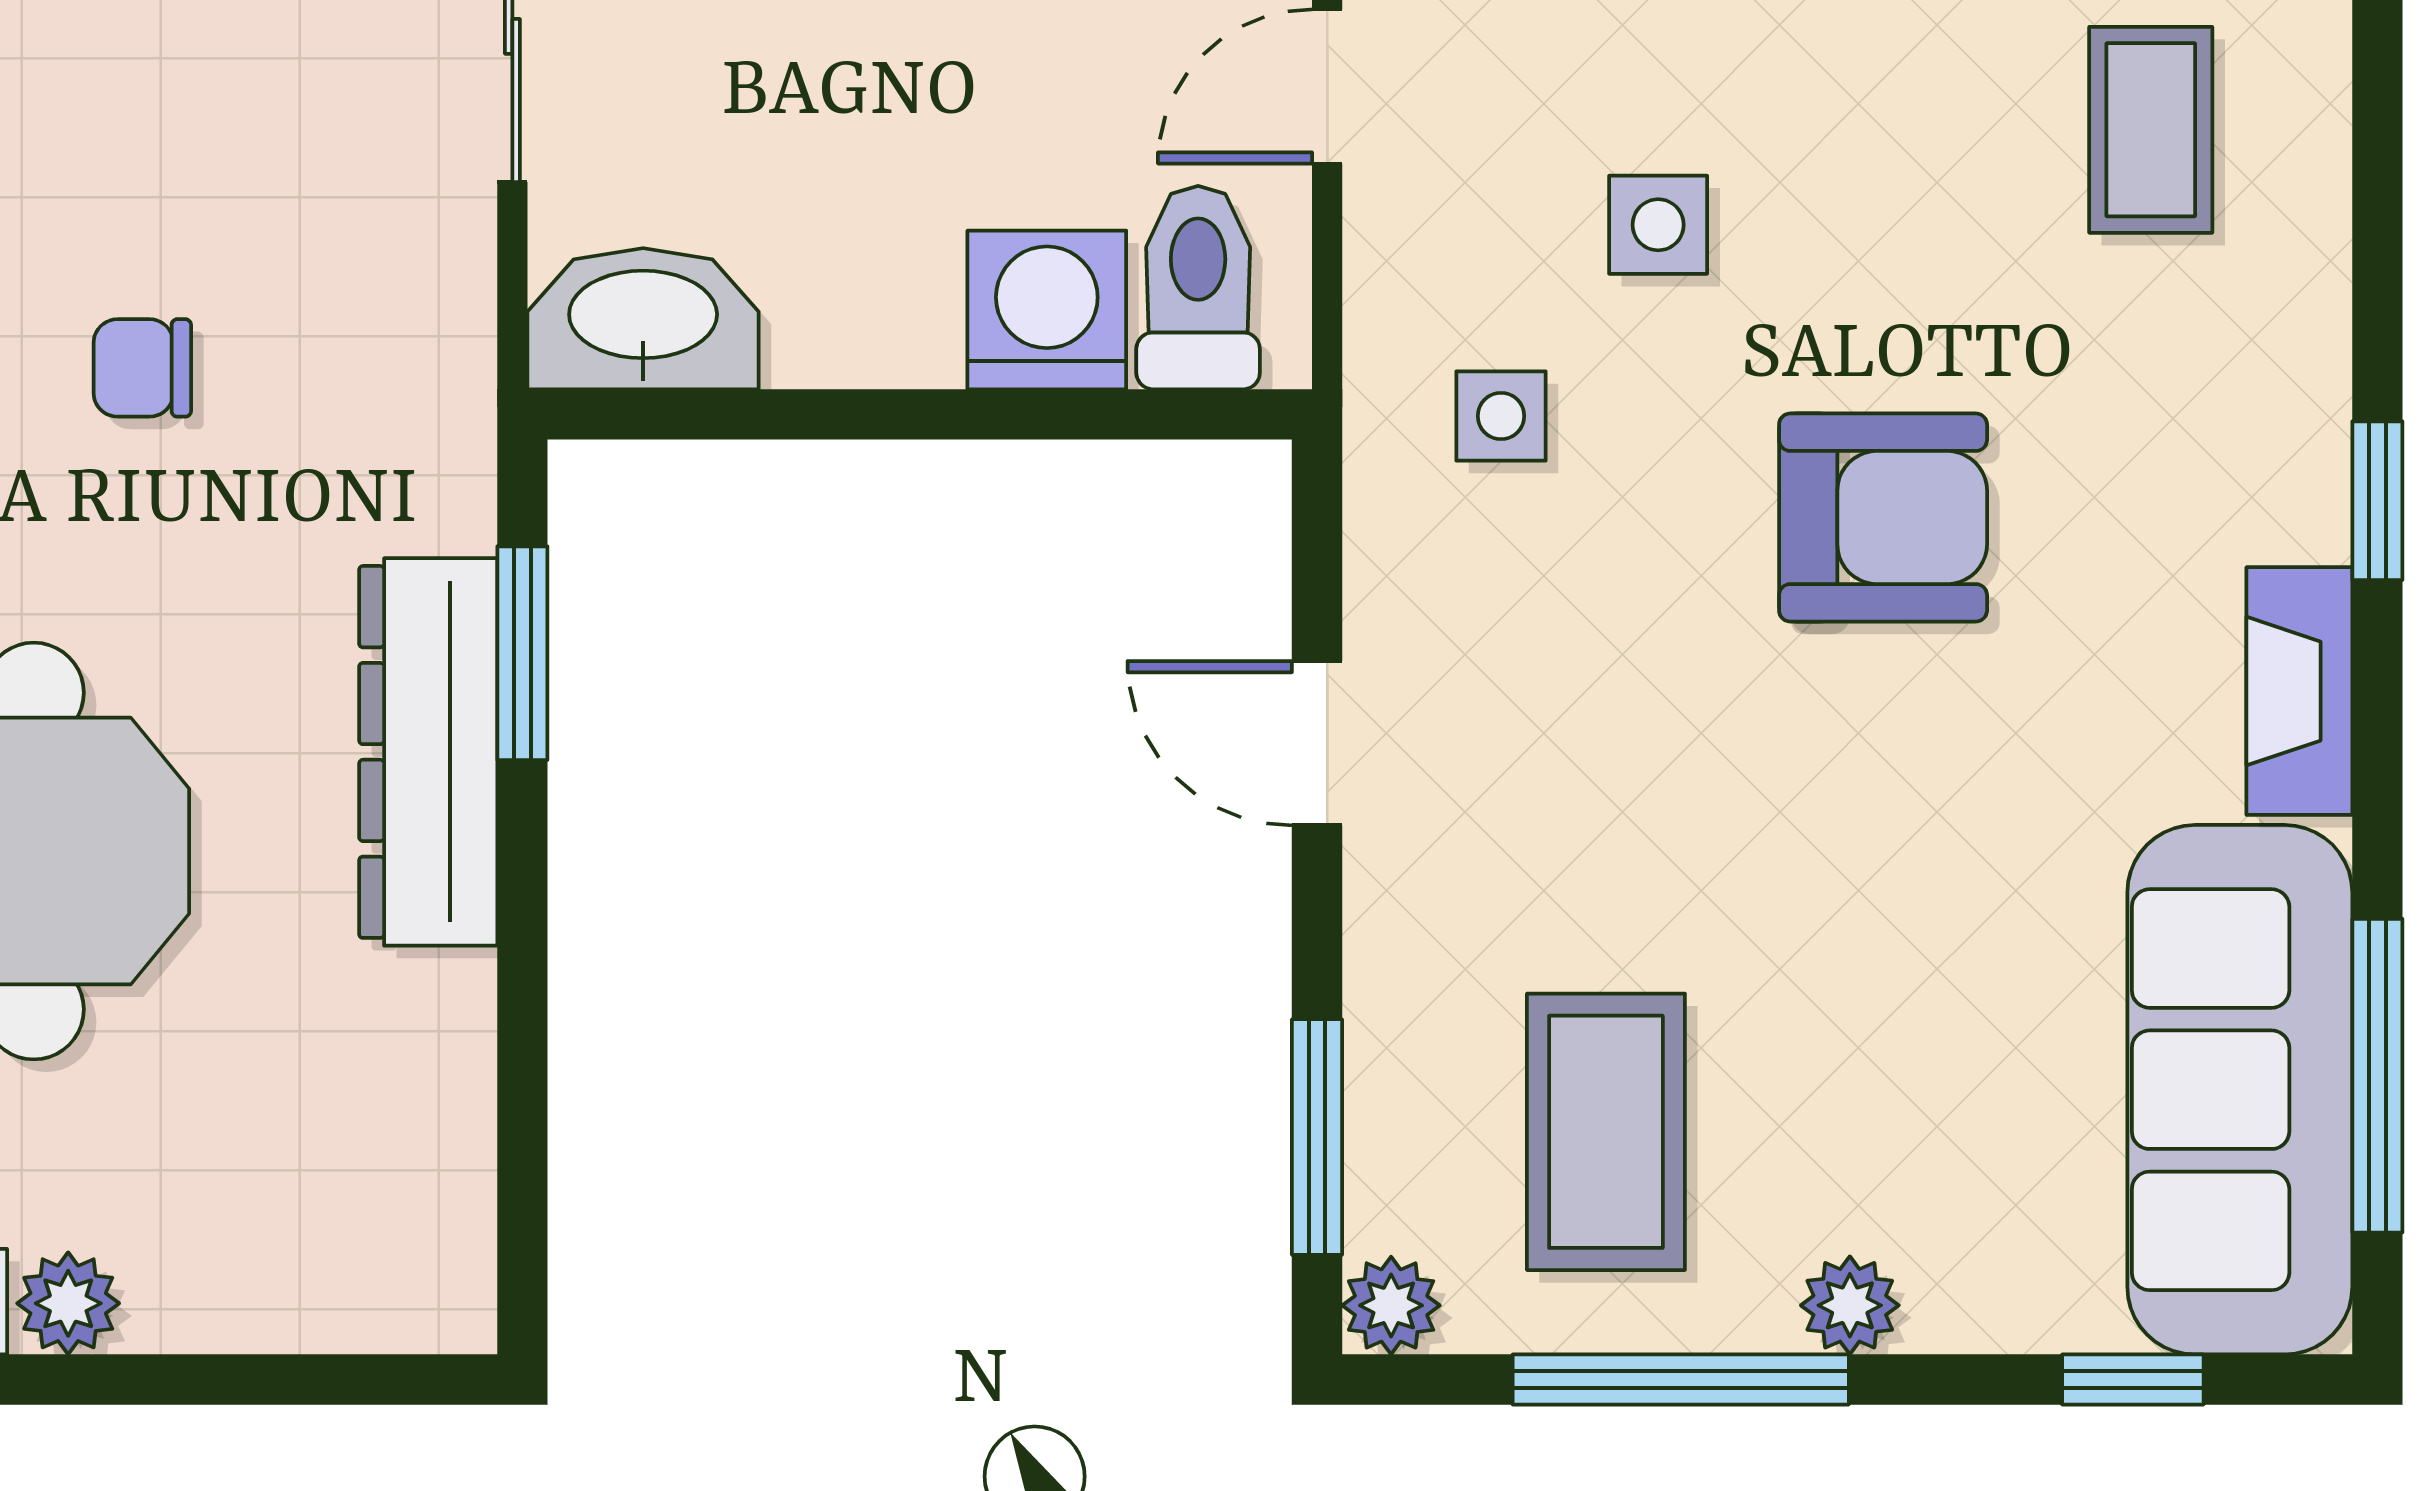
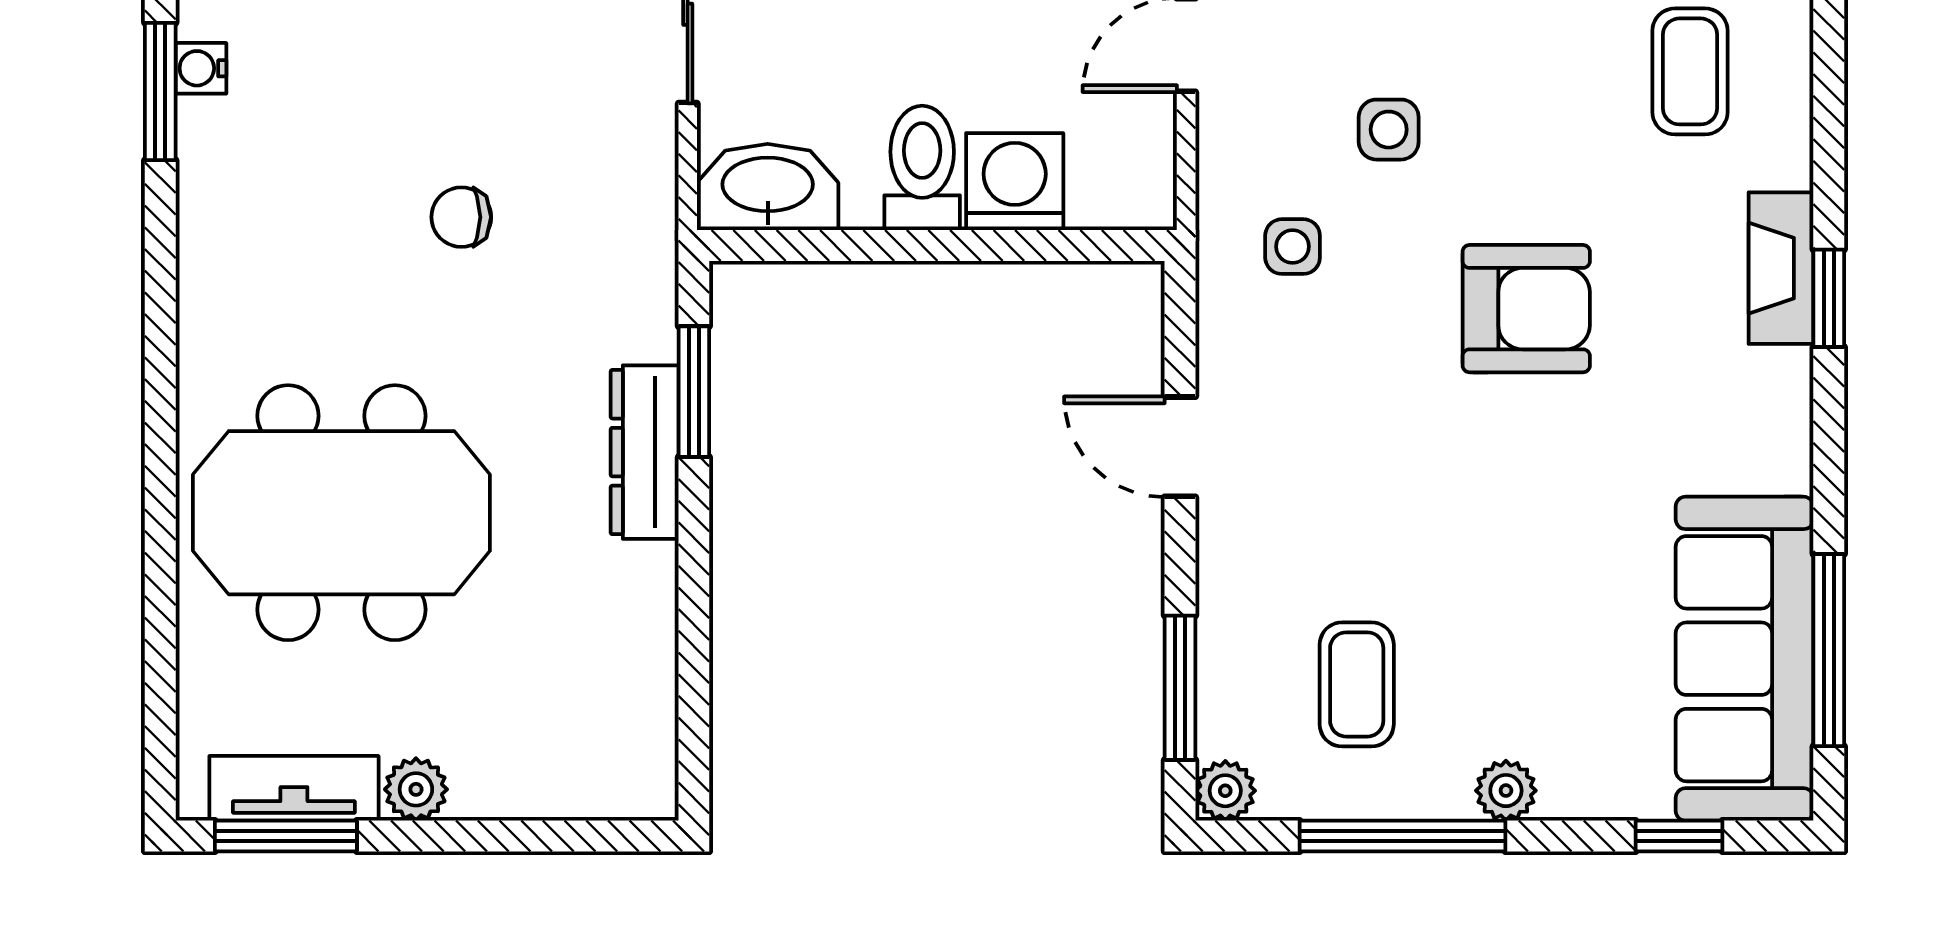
toilet: (1198, 288) -> (922, 168), moved
fireplace: (2299, 691) -> (1781, 268), moved
dresser: (428, 752) -> (645, 452), width x0.73, depth x0.80
coffee table: (1606, 1132) -> (1357, 684), width x0.73, depth x0.77

